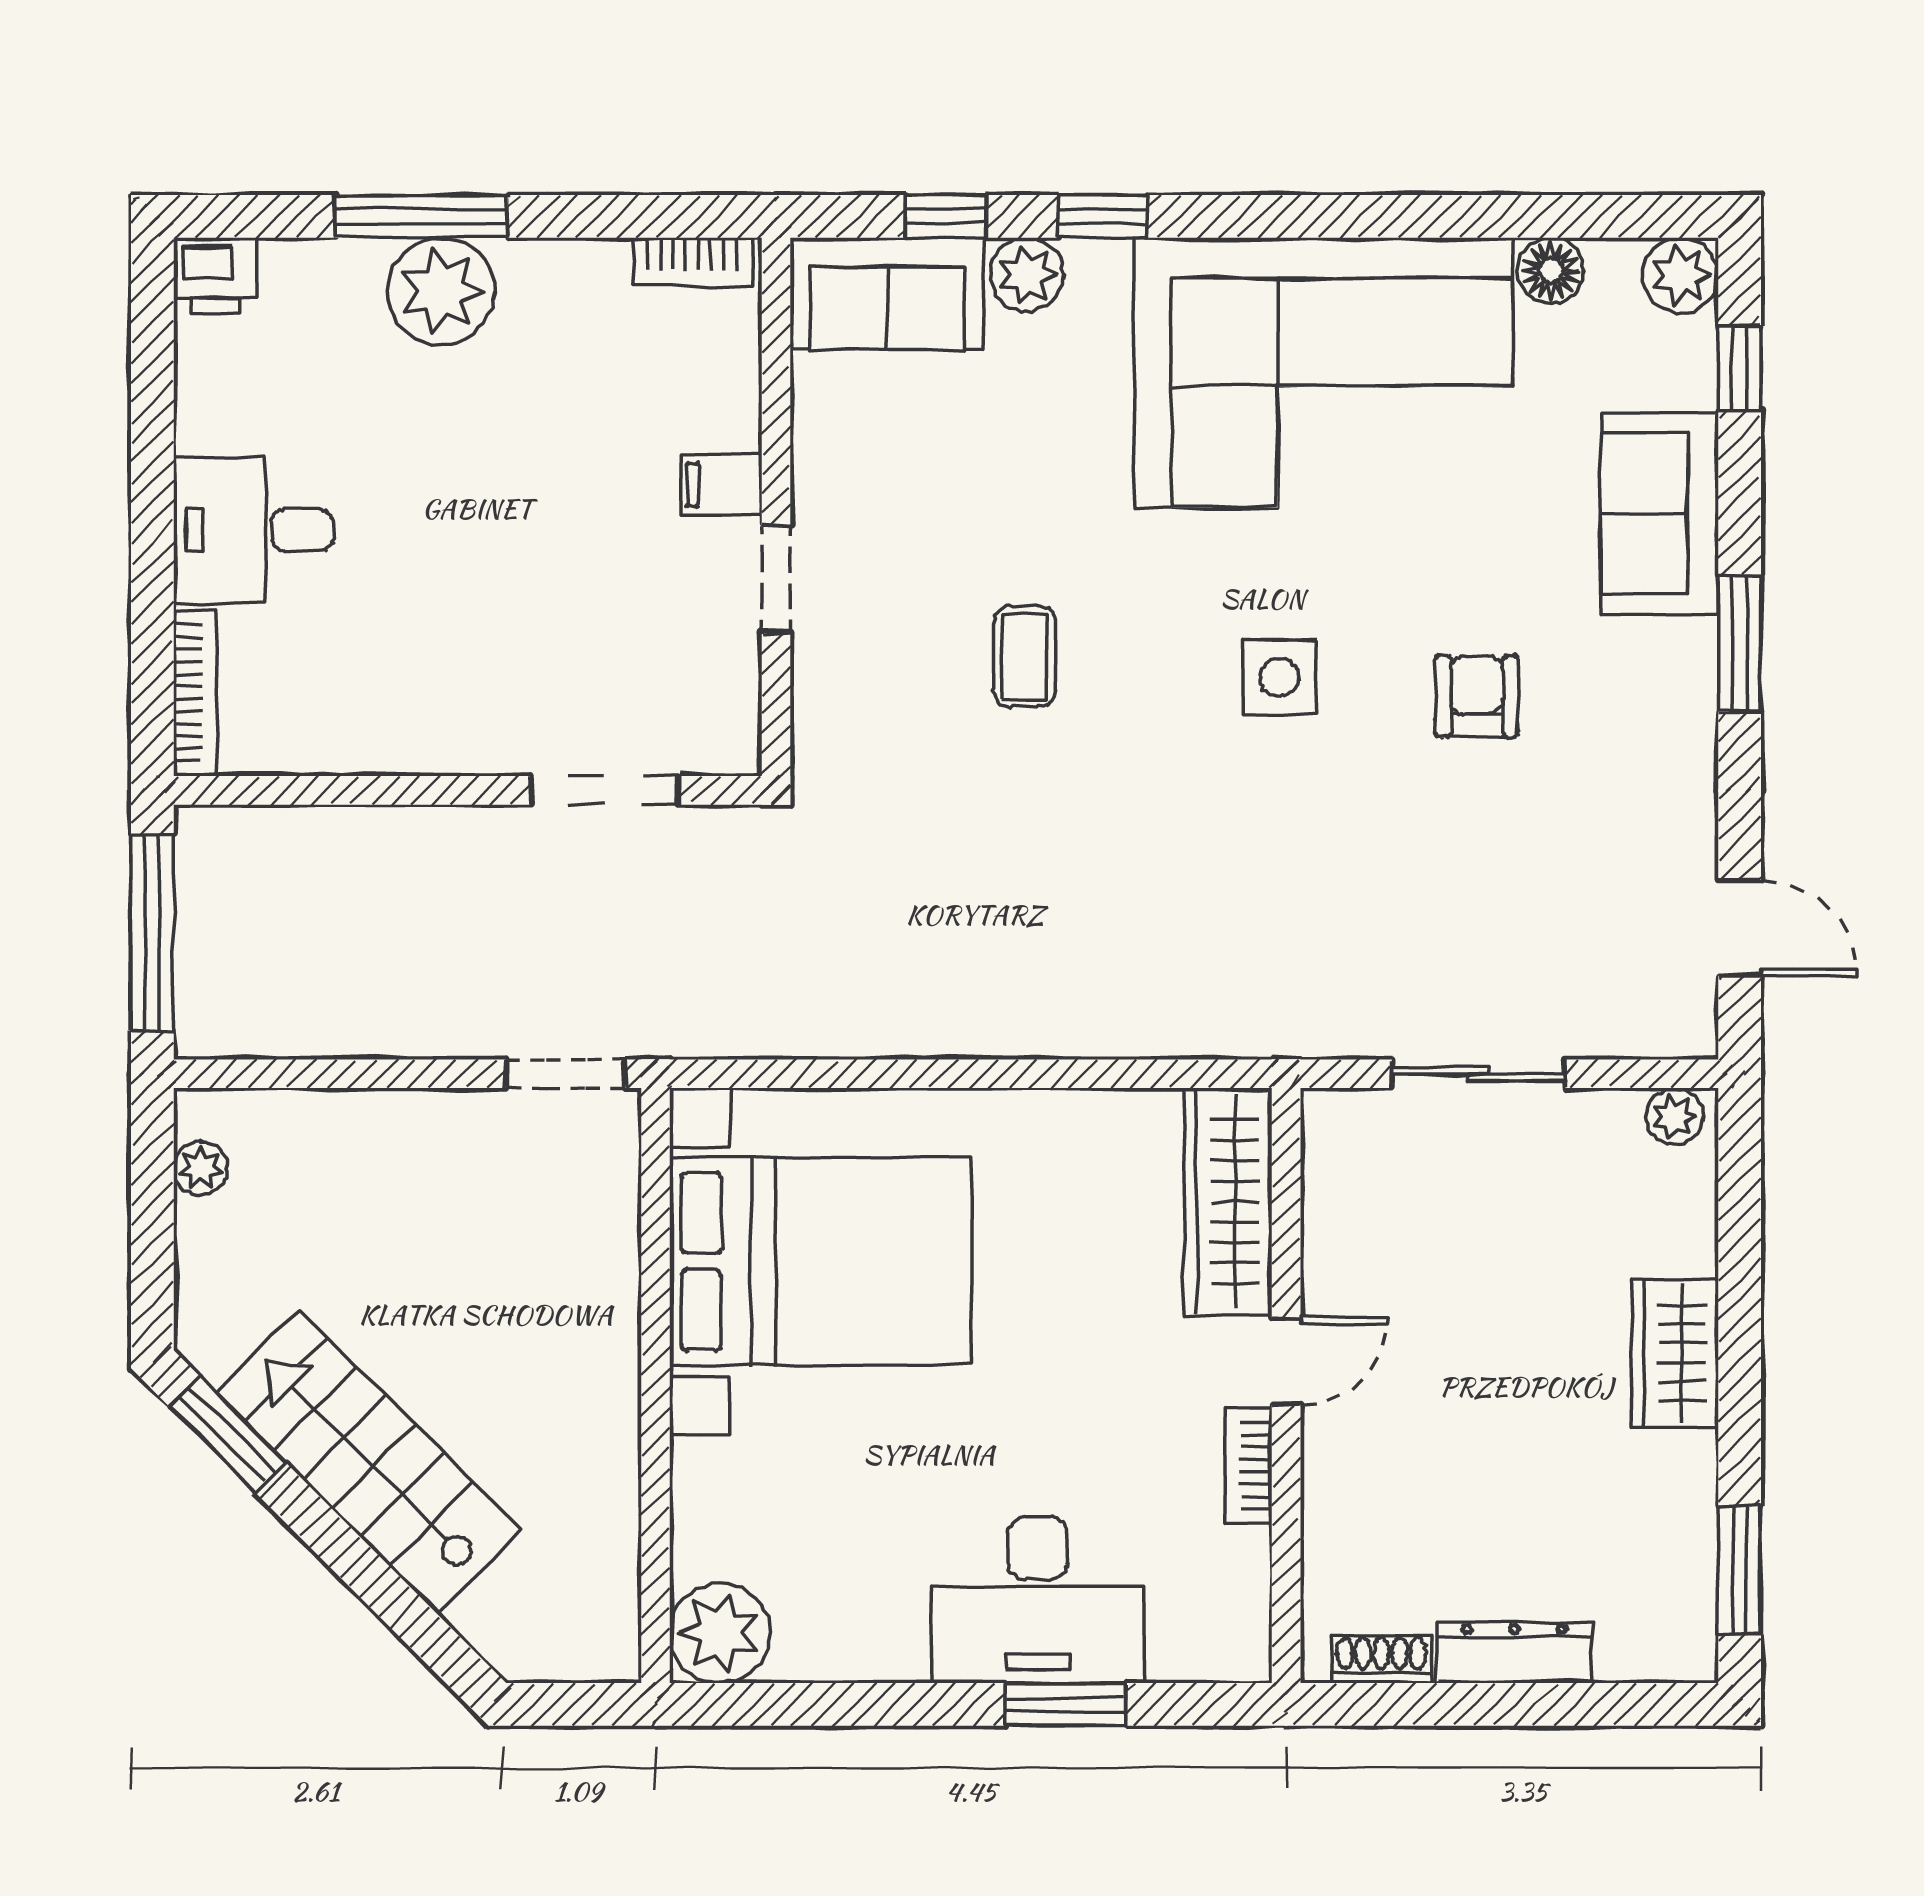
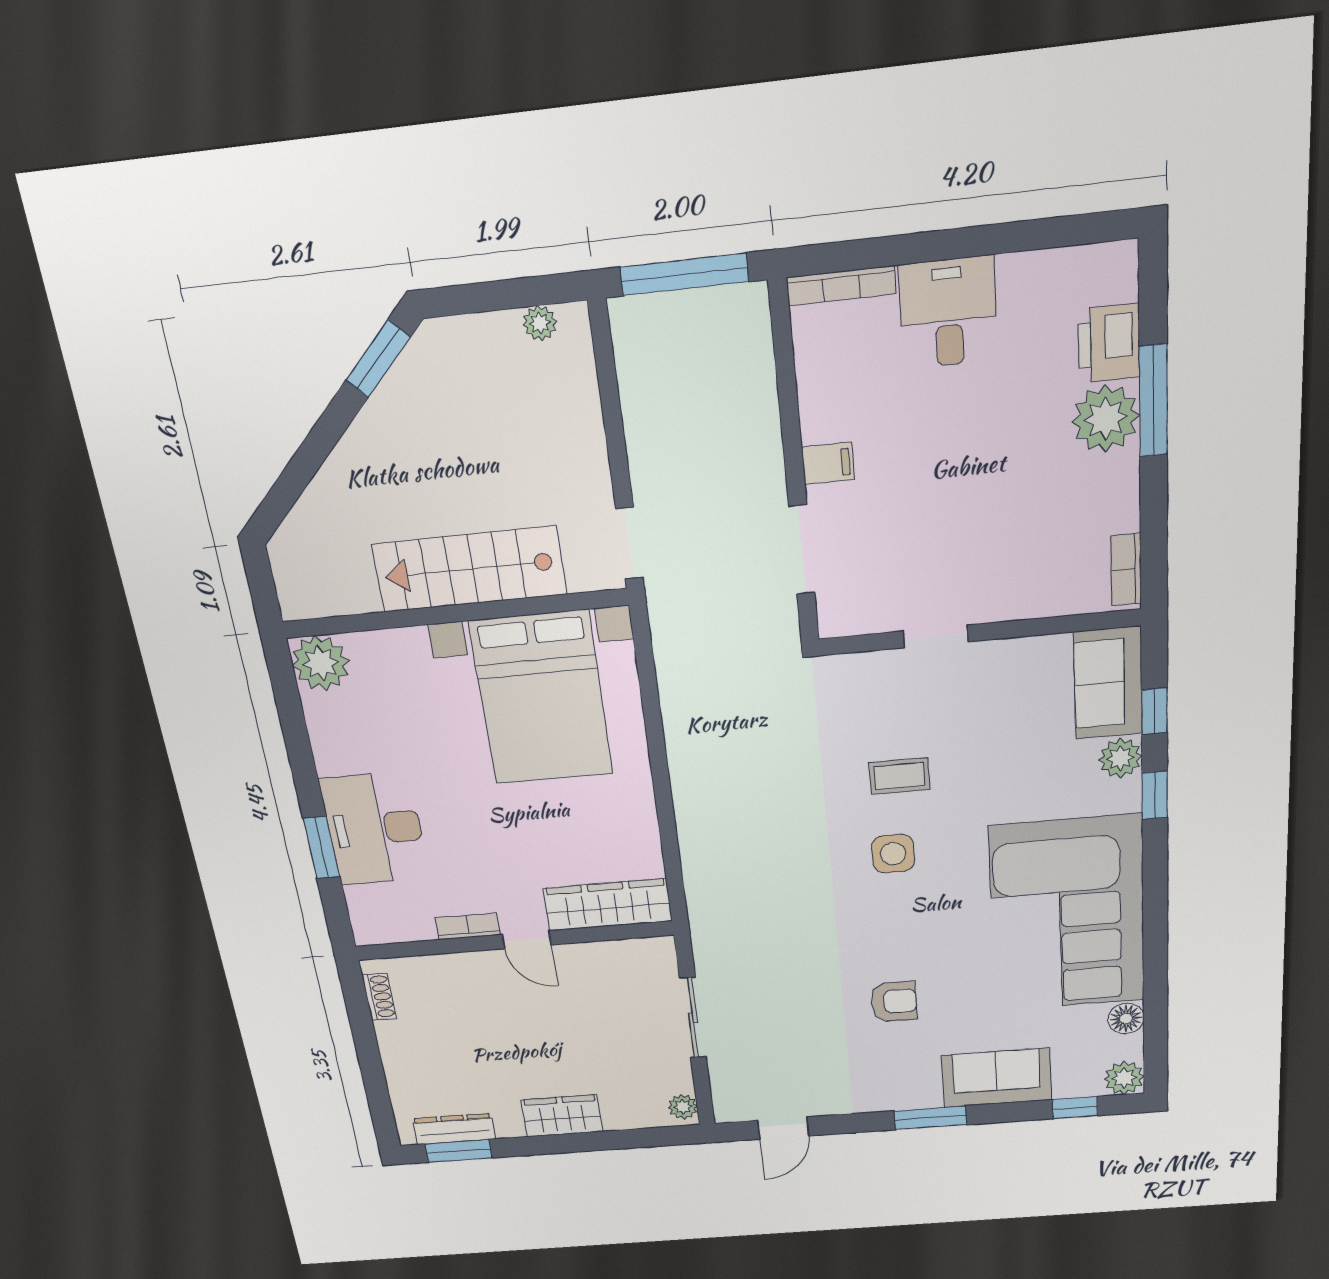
printer: (215, 275) -> (1109, 343), moved, width x1.36, depth x1.24
filing cabinet: (721, 485) -> (828, 463), moved, turned 90
side table: (1279, 677) -> (893, 854), moved
stairs: (368, 1462) -> (469, 569), moved, turned -135
dresser: (1515, 1653) -> (454, 1129), moved, turned -90

